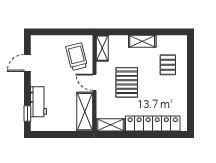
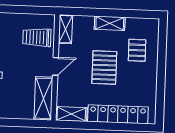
trolley: (77, 57) -> (37, 37), turned -76
door: (94, 82) -> (55, 66), swing flipped
pallet: (127, 82) -> (104, 67), moved

